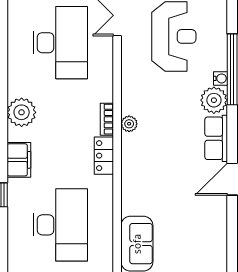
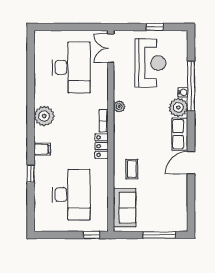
plant: (129, 124) -> (119, 107), moved
filing cabinet: (19, 160) -> (42, 149), width x0.50
coffee table: (147, 188) -> (132, 169), added

